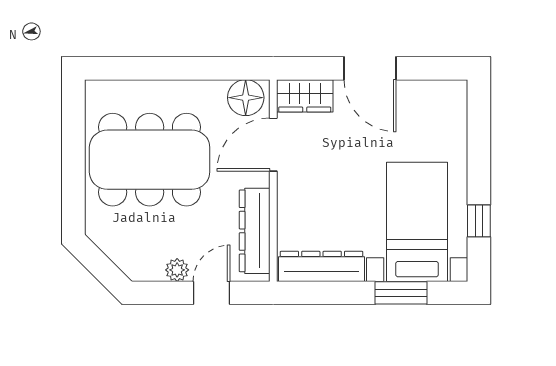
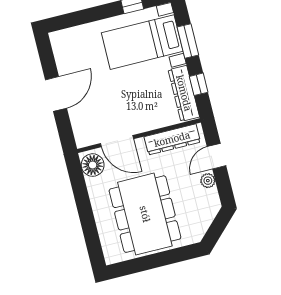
wardrobe: (305, 96) -> (83, 129), removed
door: (212, 293) -> (217, 156), hinge flipped
window: (330, 293) -> (199, 84), added

